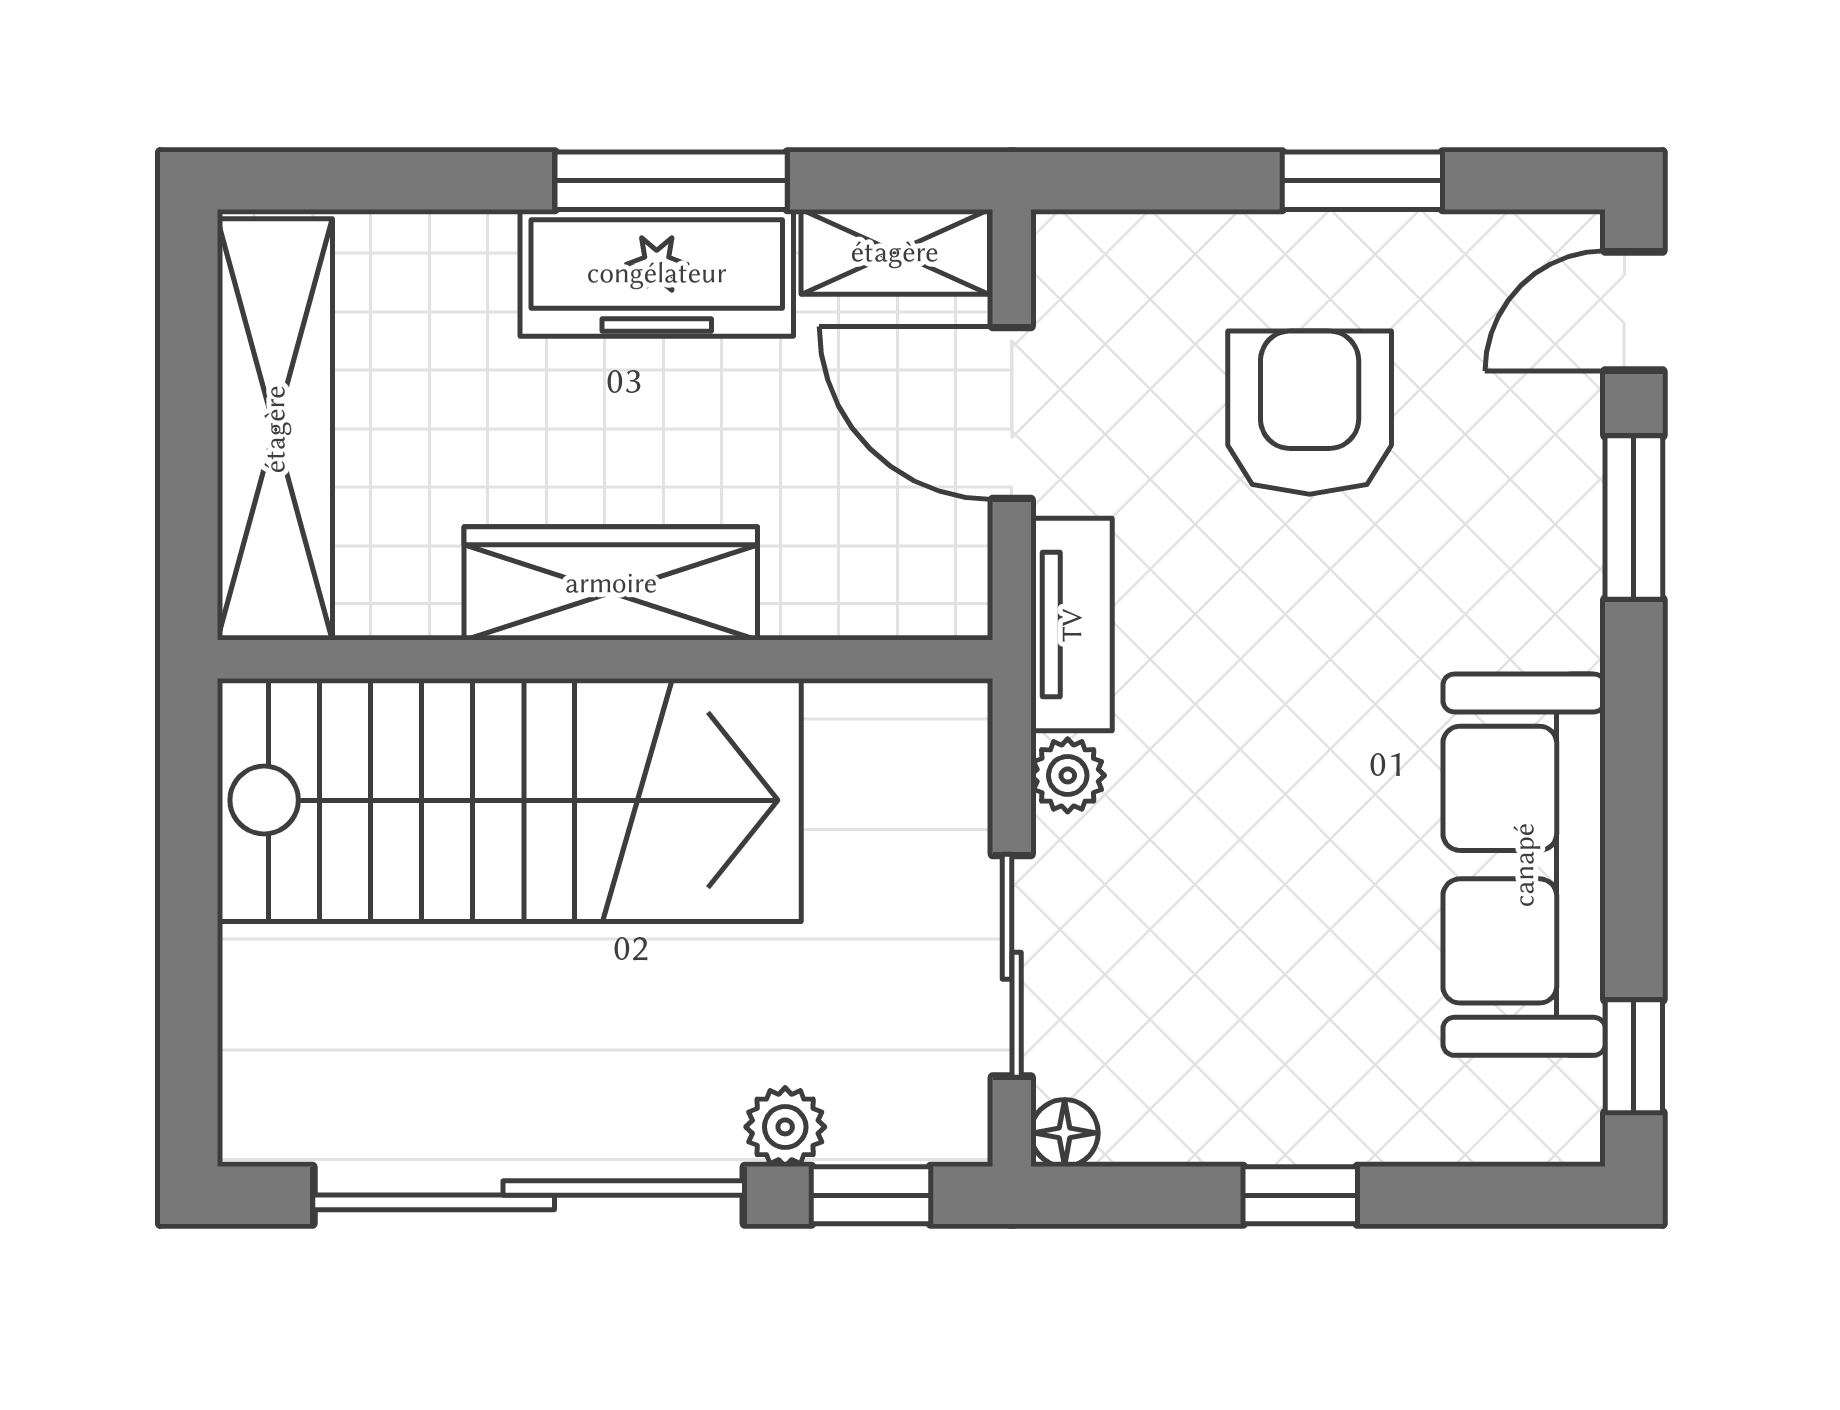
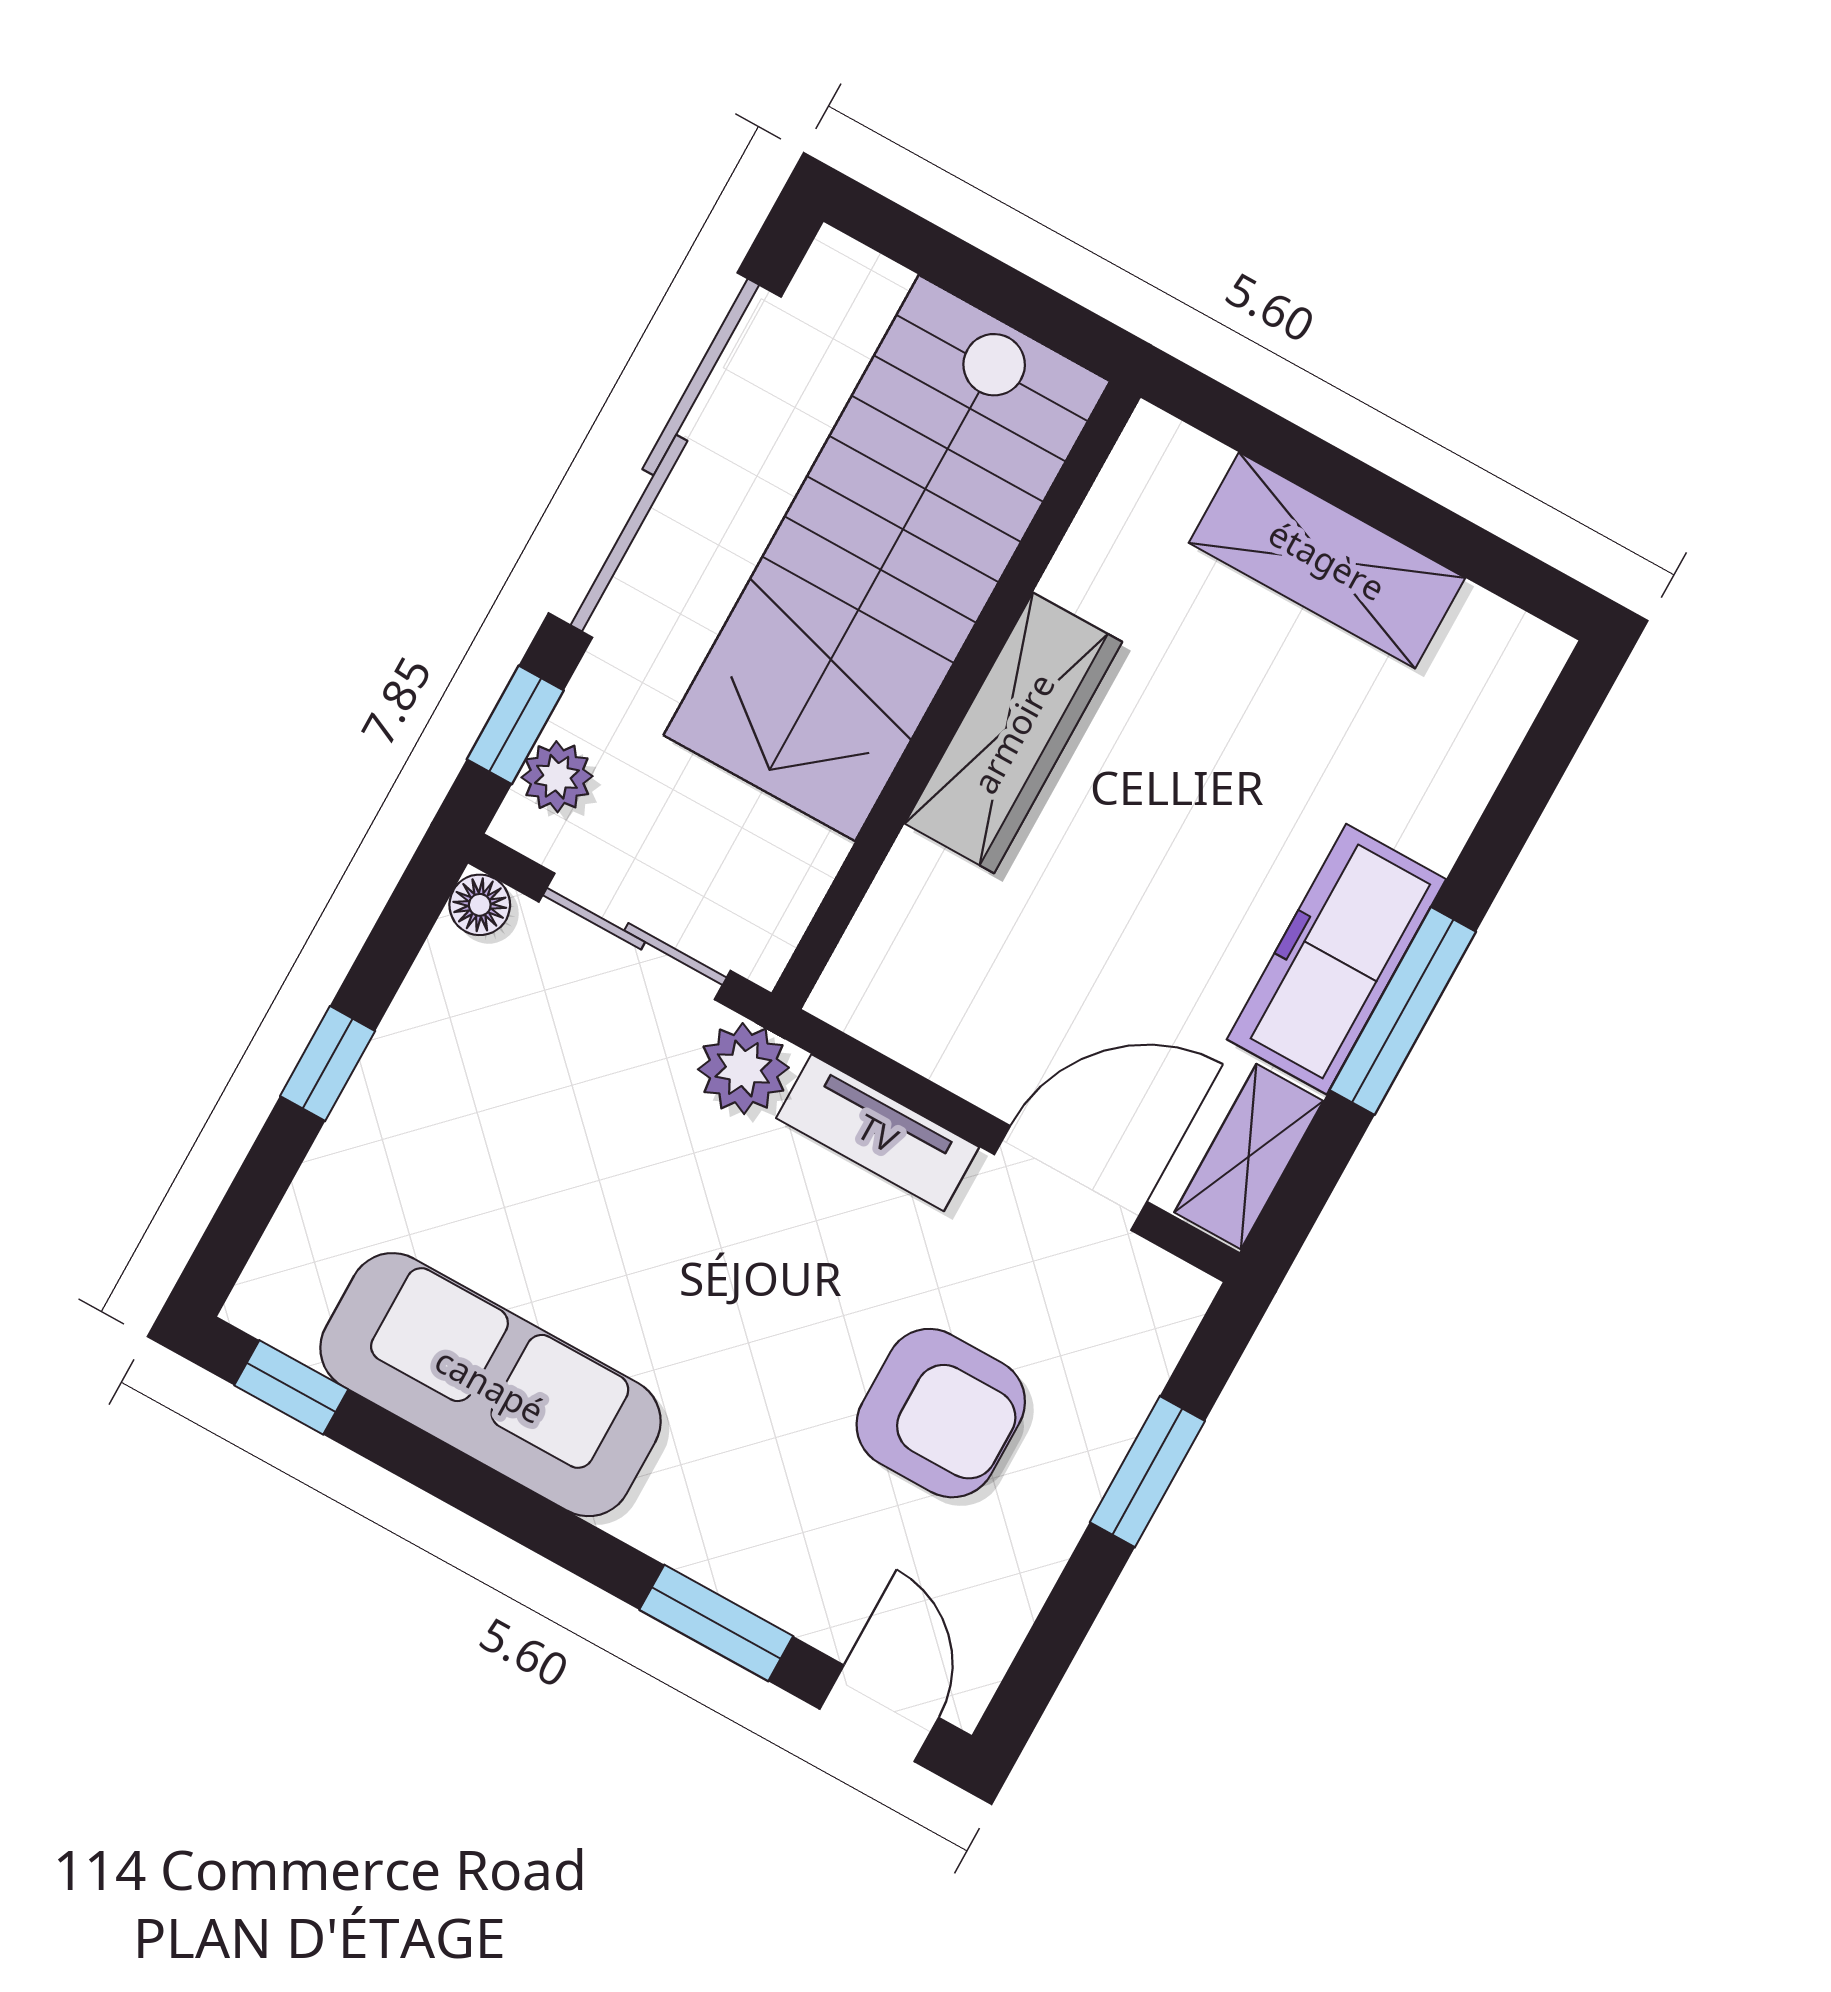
window: (1362, 181) -> (1147, 1472), moved
shelving: (275, 429) -> (1327, 560), width x0.68
wardrobe: (611, 583) -> (1013, 733), moved
wall: (605, 659) -> (956, 695), moved
plant: (1068, 775) -> (743, 1069), width x1.38, depth x1.38
stairs: (509, 800) -> (887, 558), moved
plant: (785, 1127) -> (557, 777), moved

